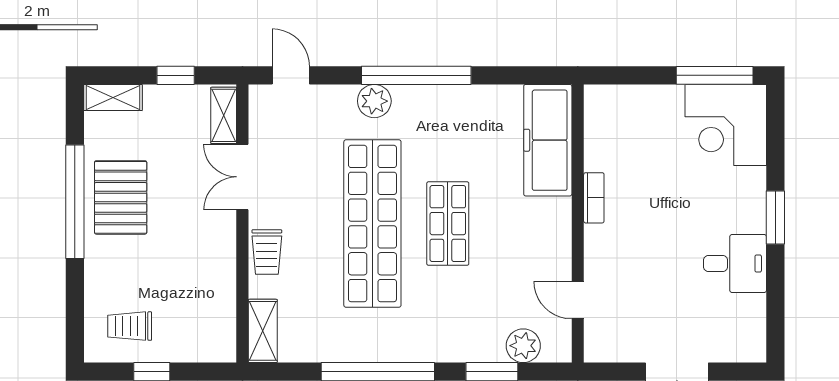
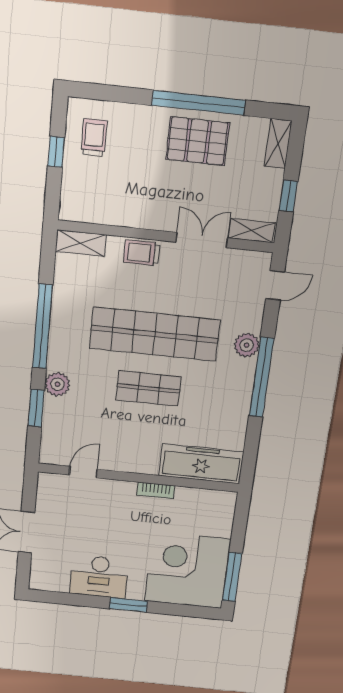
corner desk: (726, 125) -> (187, 570), width x1.36, depth x1.36
desk: (735, 264) -> (99, 577), width x1.37
plant: (523, 346) -> (57, 384), moved

